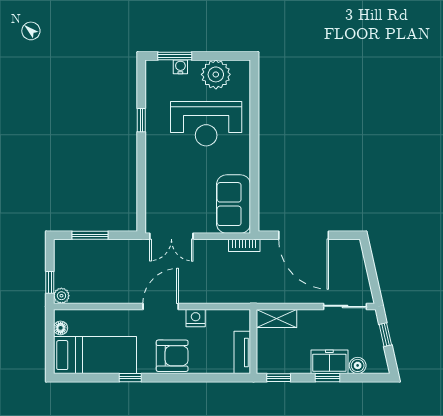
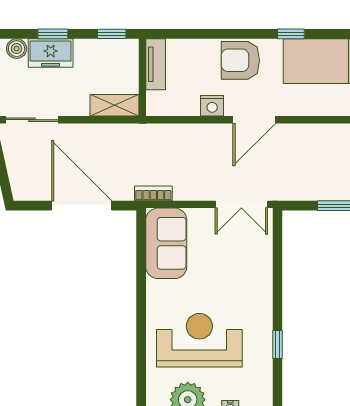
double door: (171, 236) -> (241, 204), swing flipped

